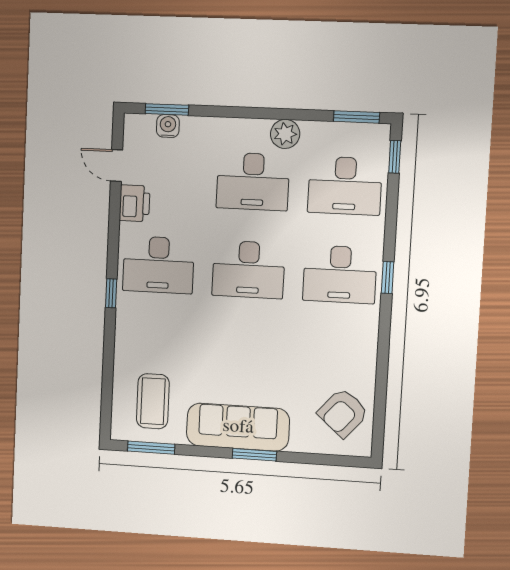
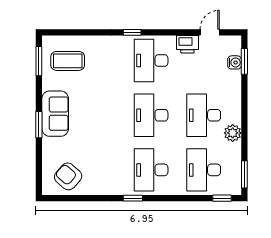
window: (388, 277) -> (133, 198), moved
sofa: (238, 427) -> (55, 114), width x0.73

